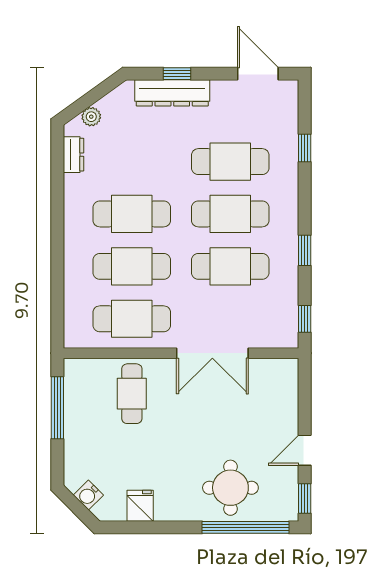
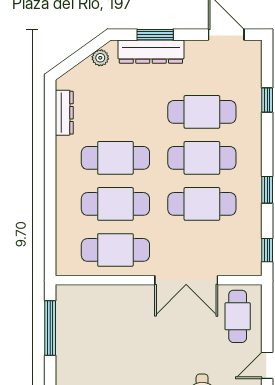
window: (177, 74) -> (155, 35), width x1.50
plant: (91, 117) -> (100, 58), moved
dresser: (73, 155) -> (64, 113), width x1.44
cafe table: (132, 394) -> (238, 316), moved

